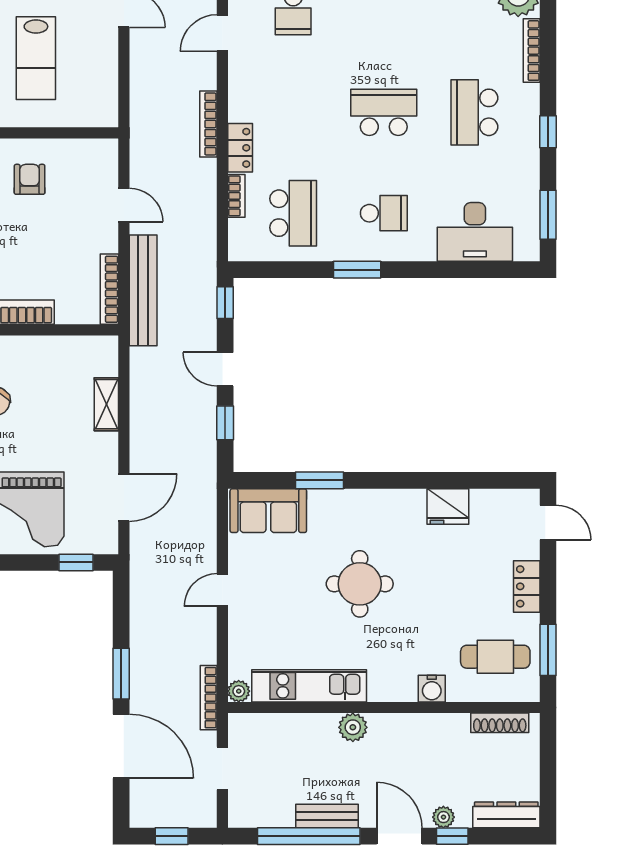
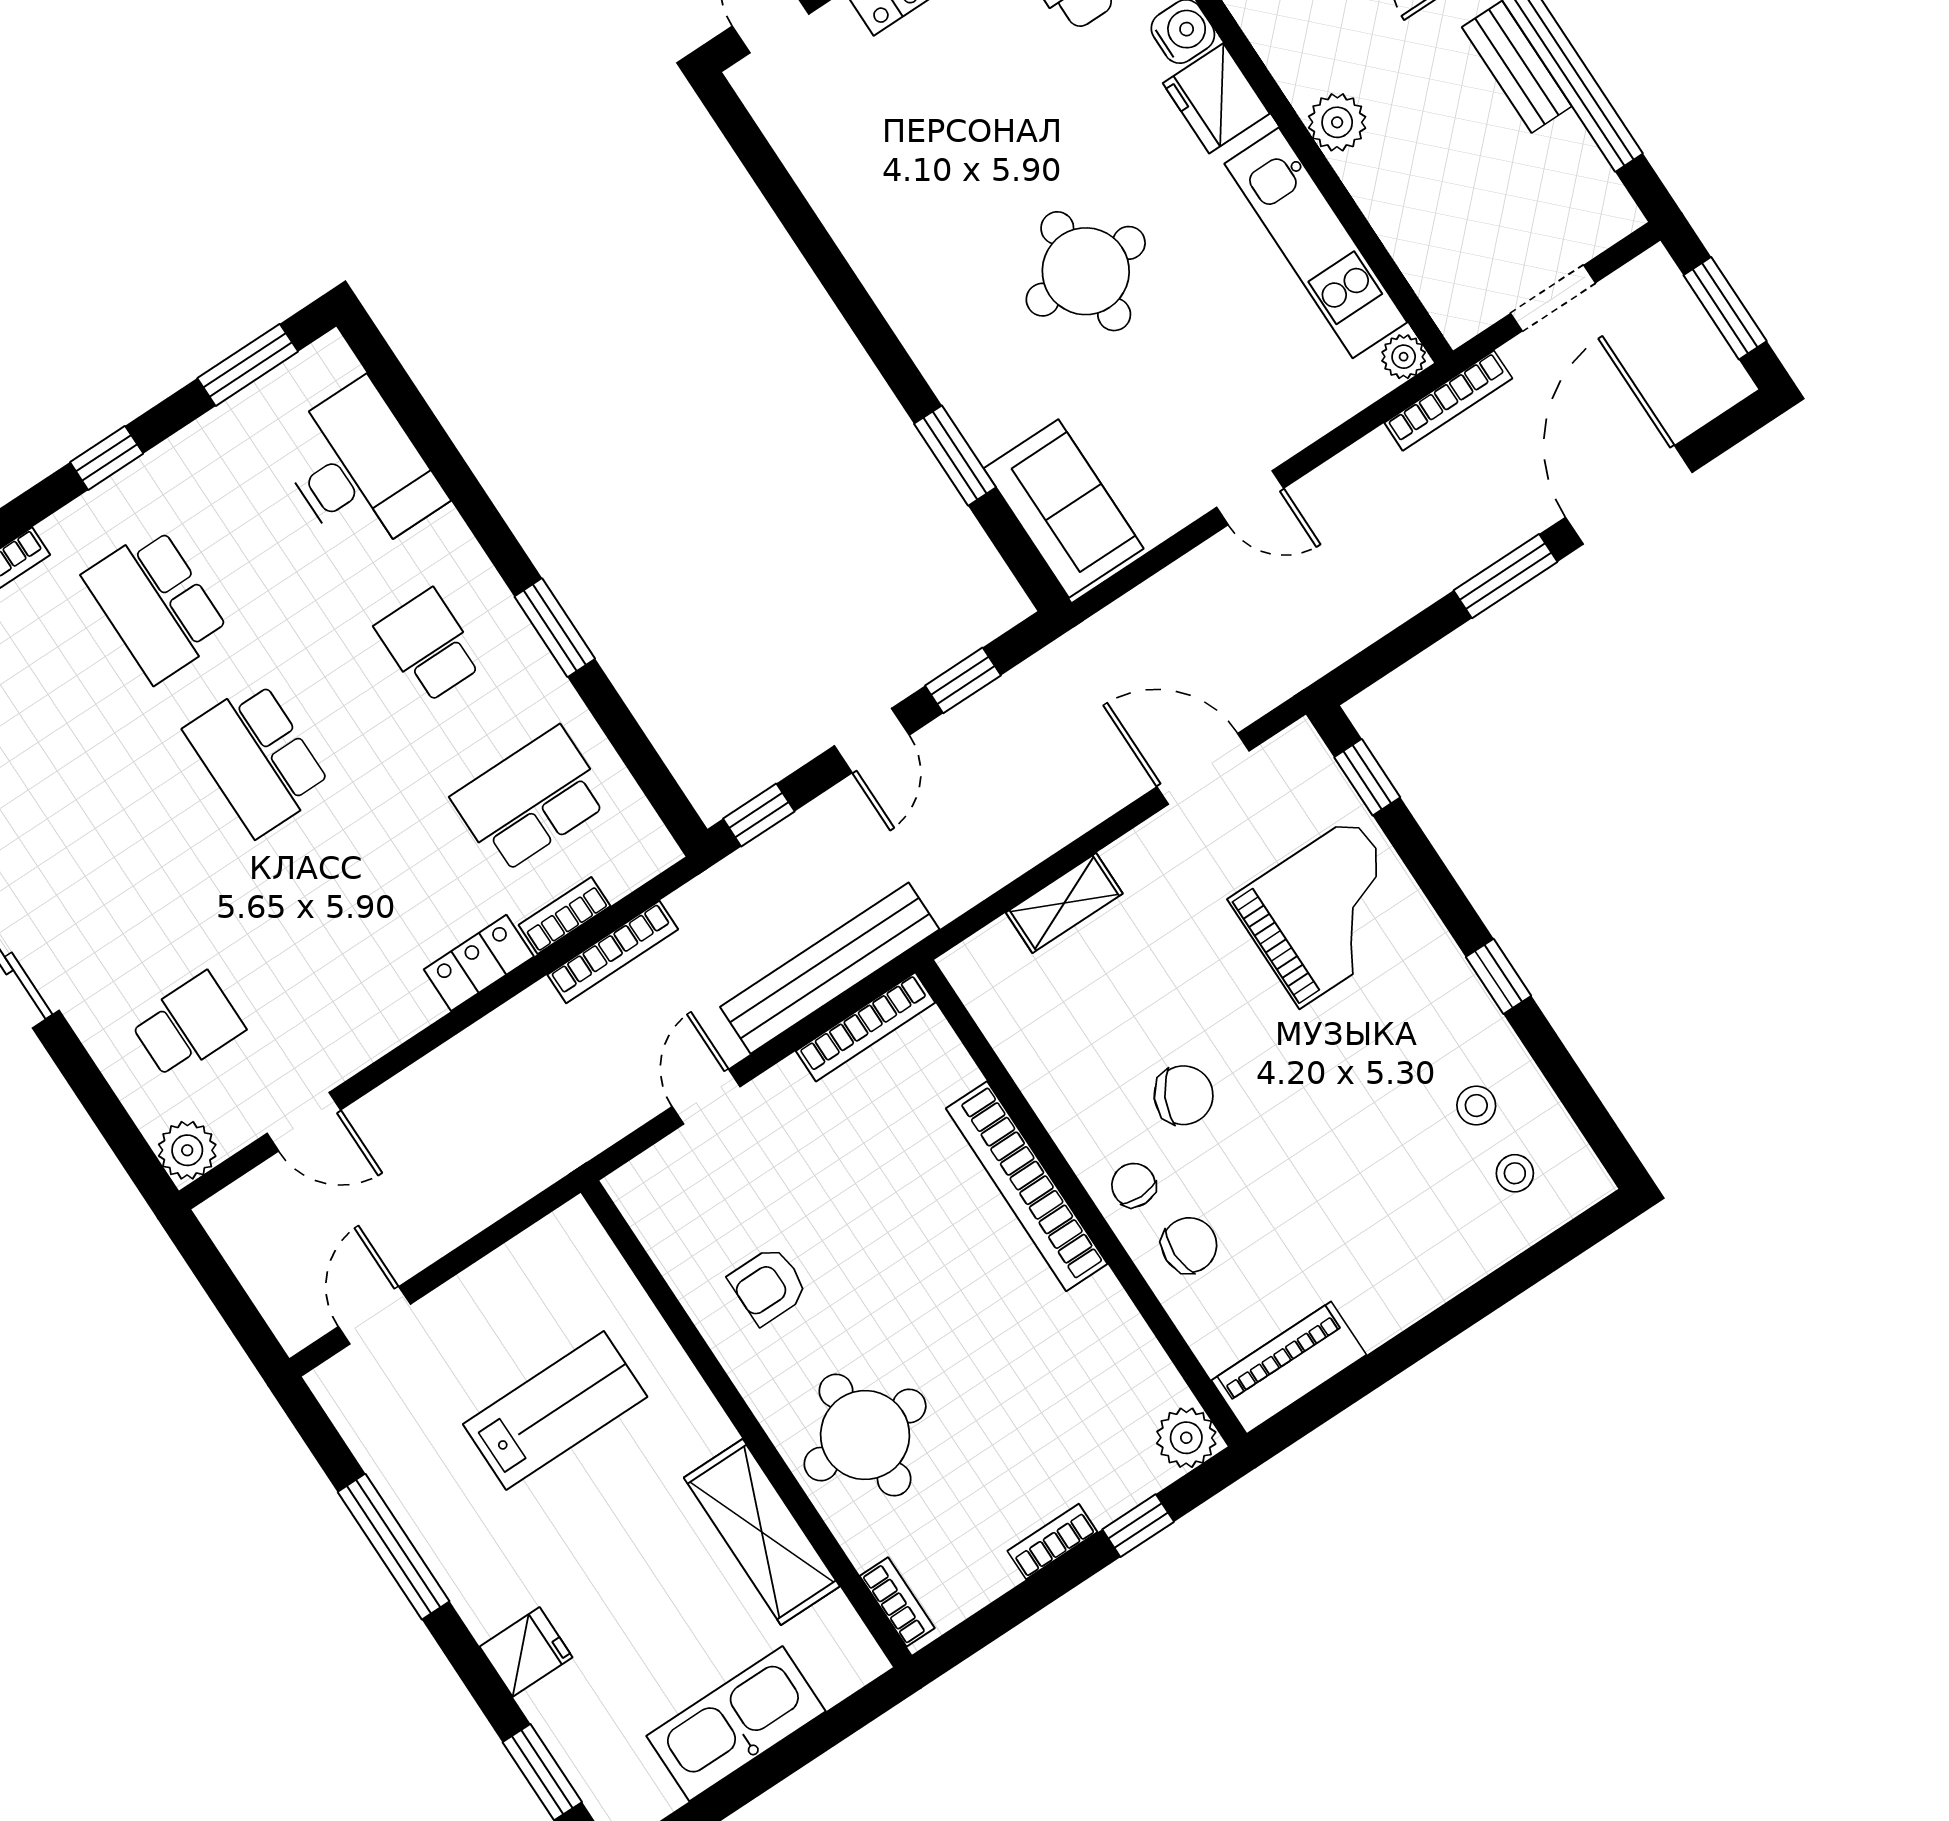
school desk: (474, 112) -> (156, 605), turned 90
bookcase: (208, 124) -> (613, 952), moved
fridge: (448, 506) -> (1216, 98), moved, turned 180
window: (172, 836) -> (1725, 308), width x1.50

